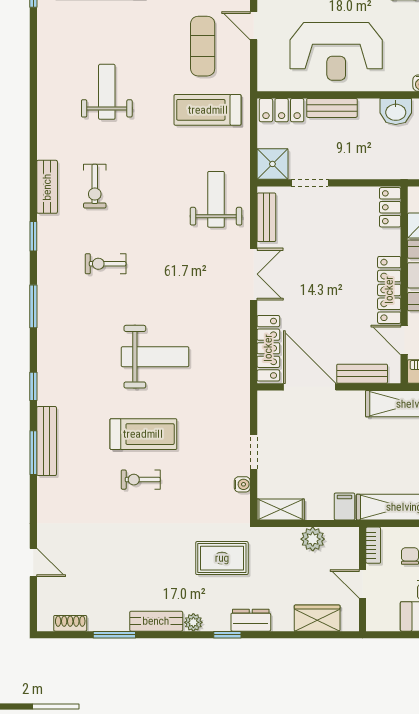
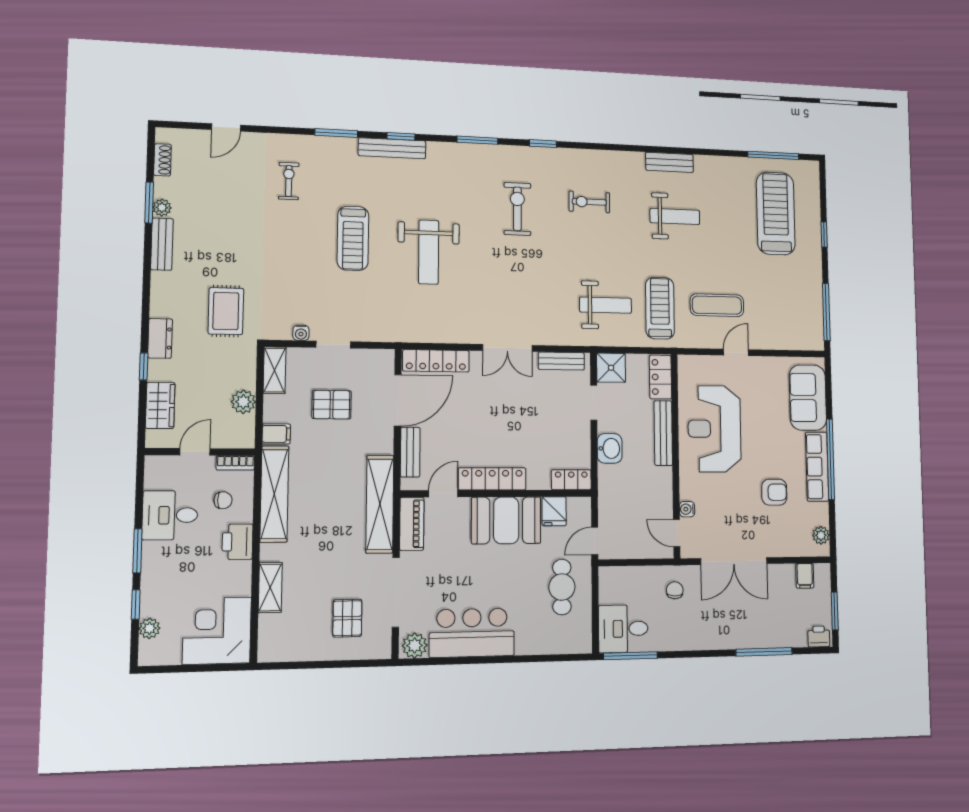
bench: (332, 108) -> (663, 433), width x1.36
washbasin: (396, 112) -> (610, 448), moved, turned 180
bench: (47, 187) -> (669, 162), moved
weight bench: (216, 199) -> (605, 305), moved
exercise bike: (106, 264) -> (517, 209), width x1.38, depth x1.39
bench: (47, 441) -> (392, 148), moved
pallet: (315, 453) -> (332, 405), added
exercise bike: (141, 480) -> (289, 181), moved
plant: (193, 622) -> (162, 208), moved
window: (227, 635) -> (144, 366), moved

